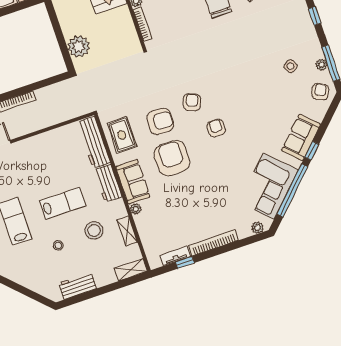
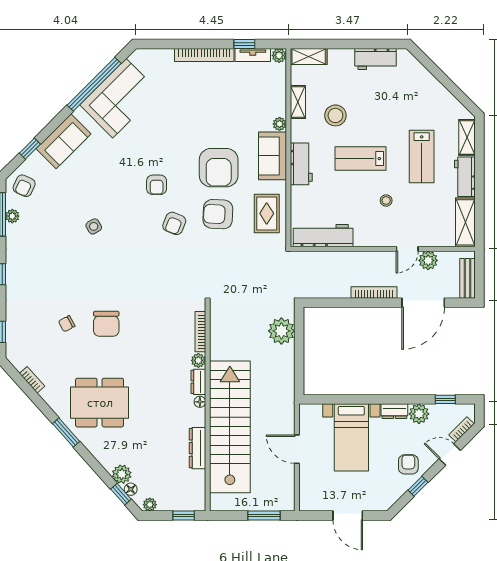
side table: (290, 66) -> (94, 226), moved
workbench: (94, 142) -> (323, 236), moved, turned -90
window: (312, 151) -> (30, 149), moved
plant: (257, 228) -> (279, 55), moved
stool: (58, 245) -> (386, 200), moved

